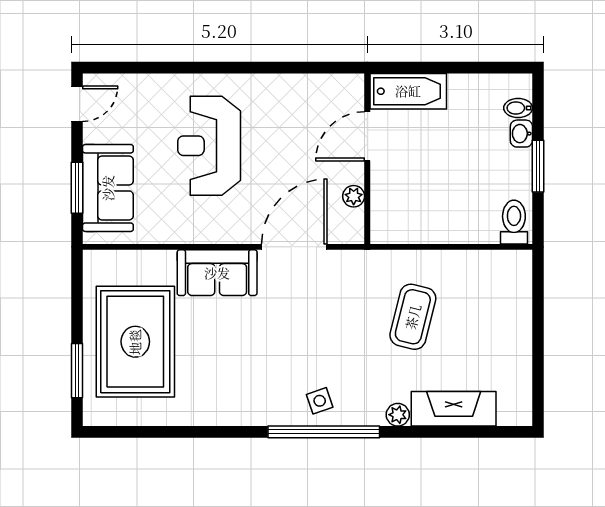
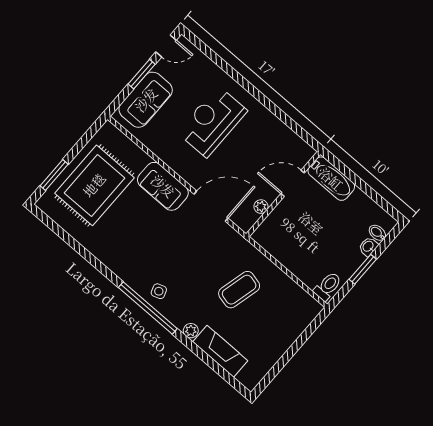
window: (77, 188) -> (142, 74), moved

